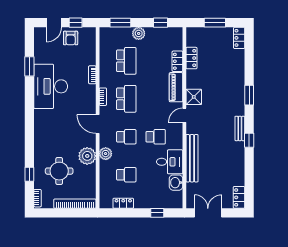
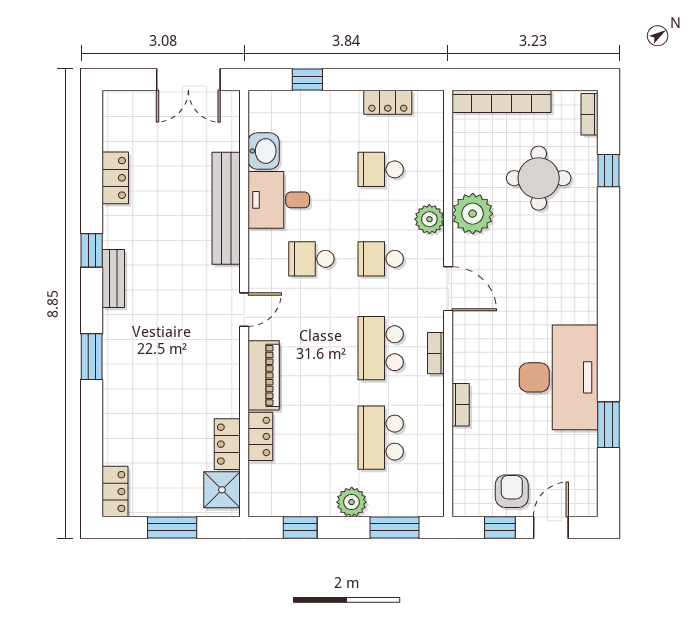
shower: (194, 97) -> (222, 490), moved
locker: (239, 197) -> (115, 178), moved

